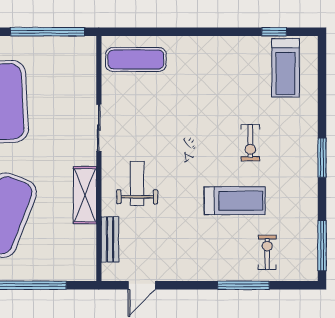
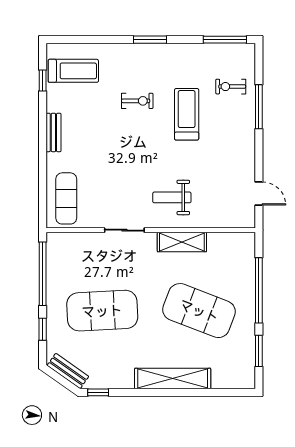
bench: (110, 239) -> (53, 132), moved, turned 90

